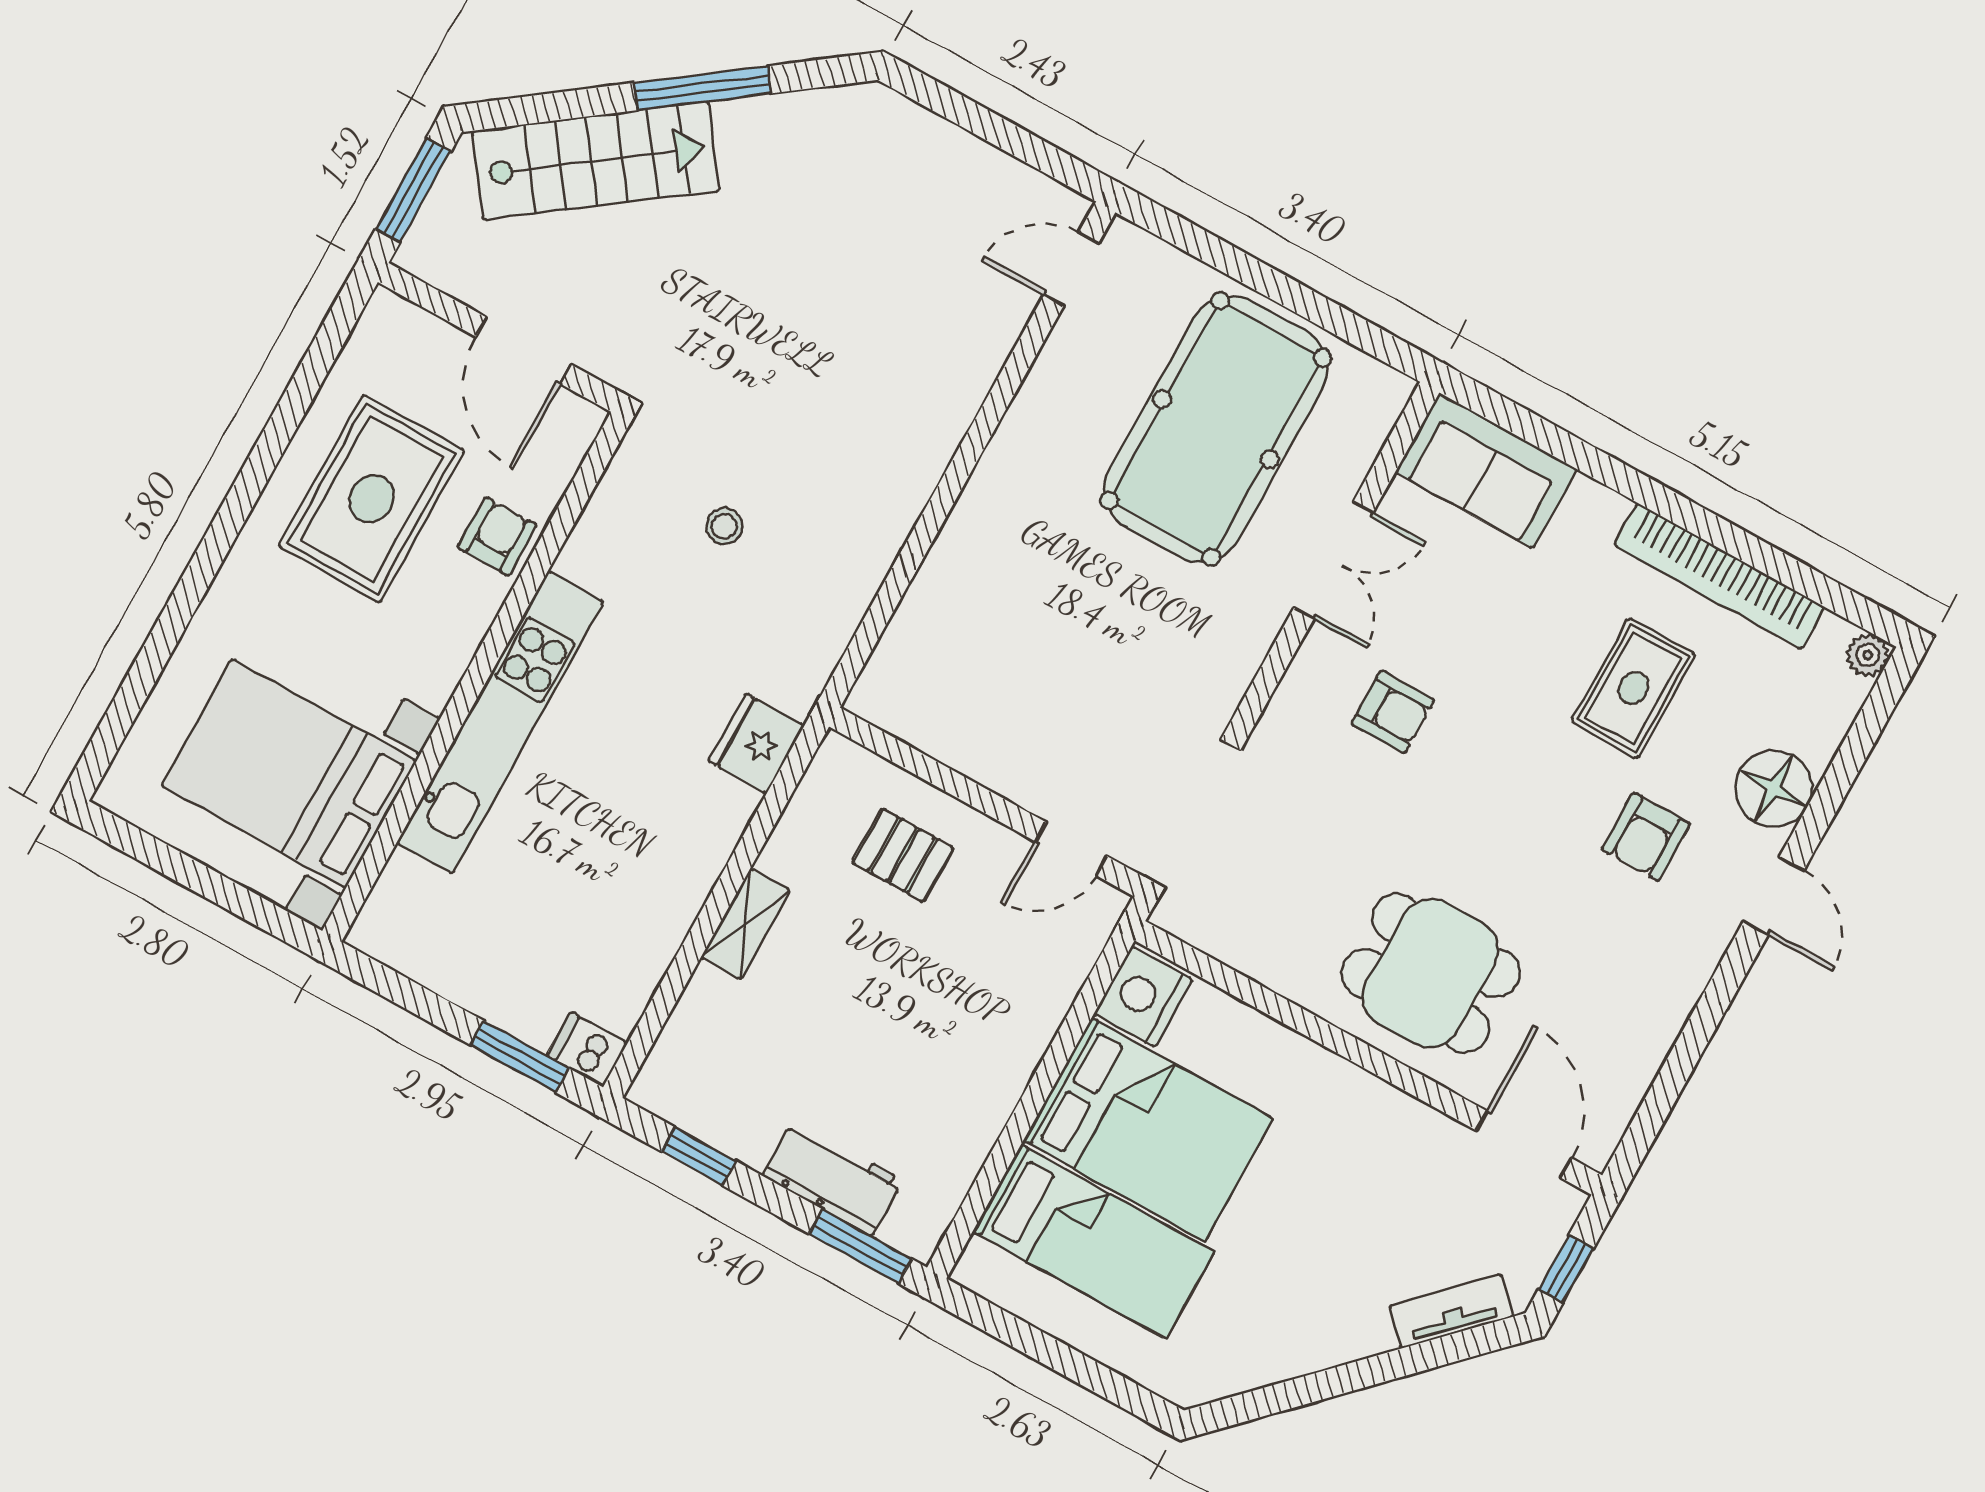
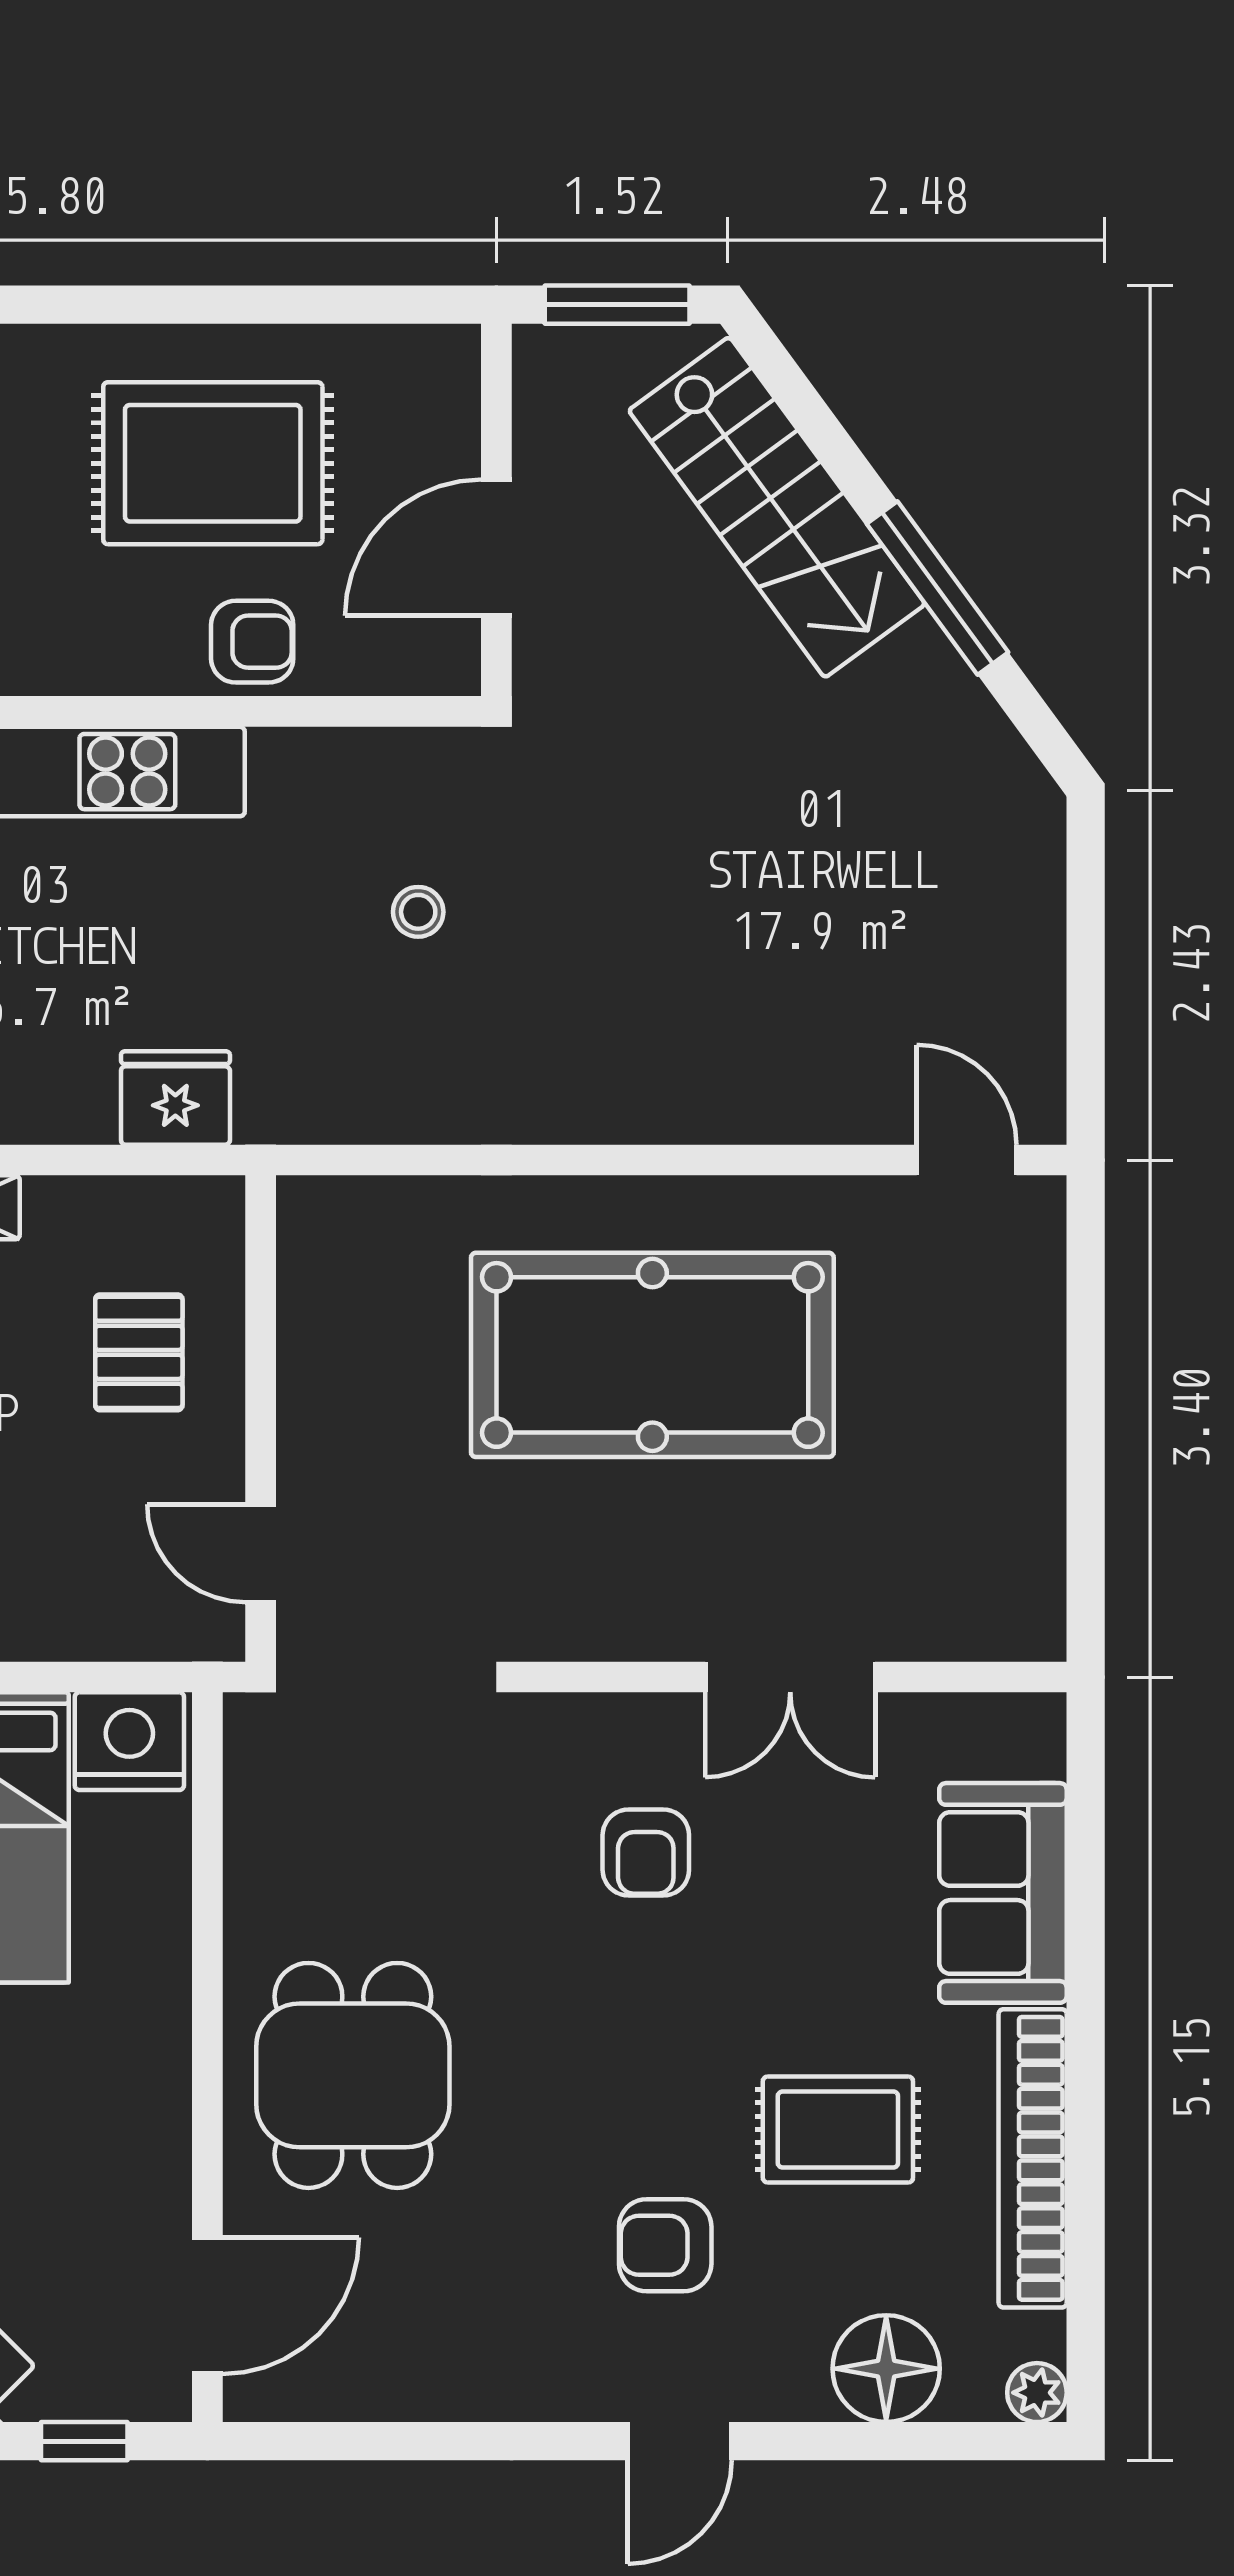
pool table: (1216, 429) -> (652, 1355), moved
sofa: (1486, 471) -> (1003, 1893), moved
floor lamp: (1774, 789) -> (886, 2369), moved

